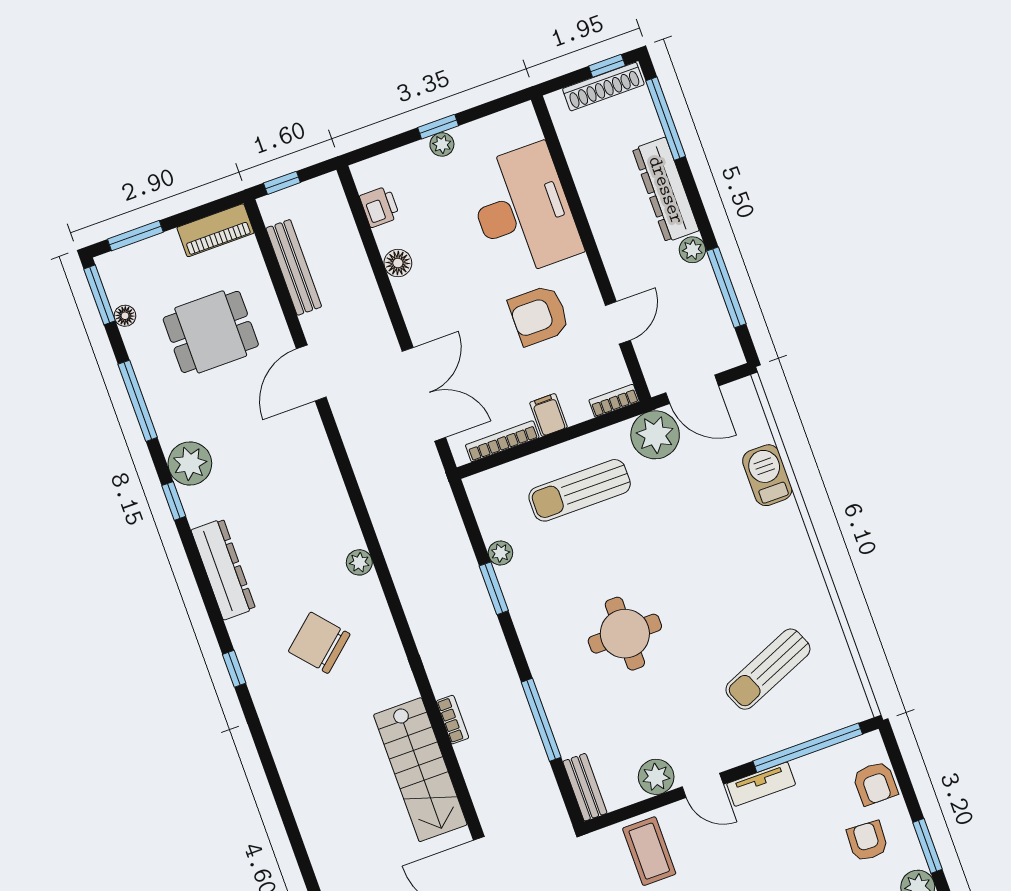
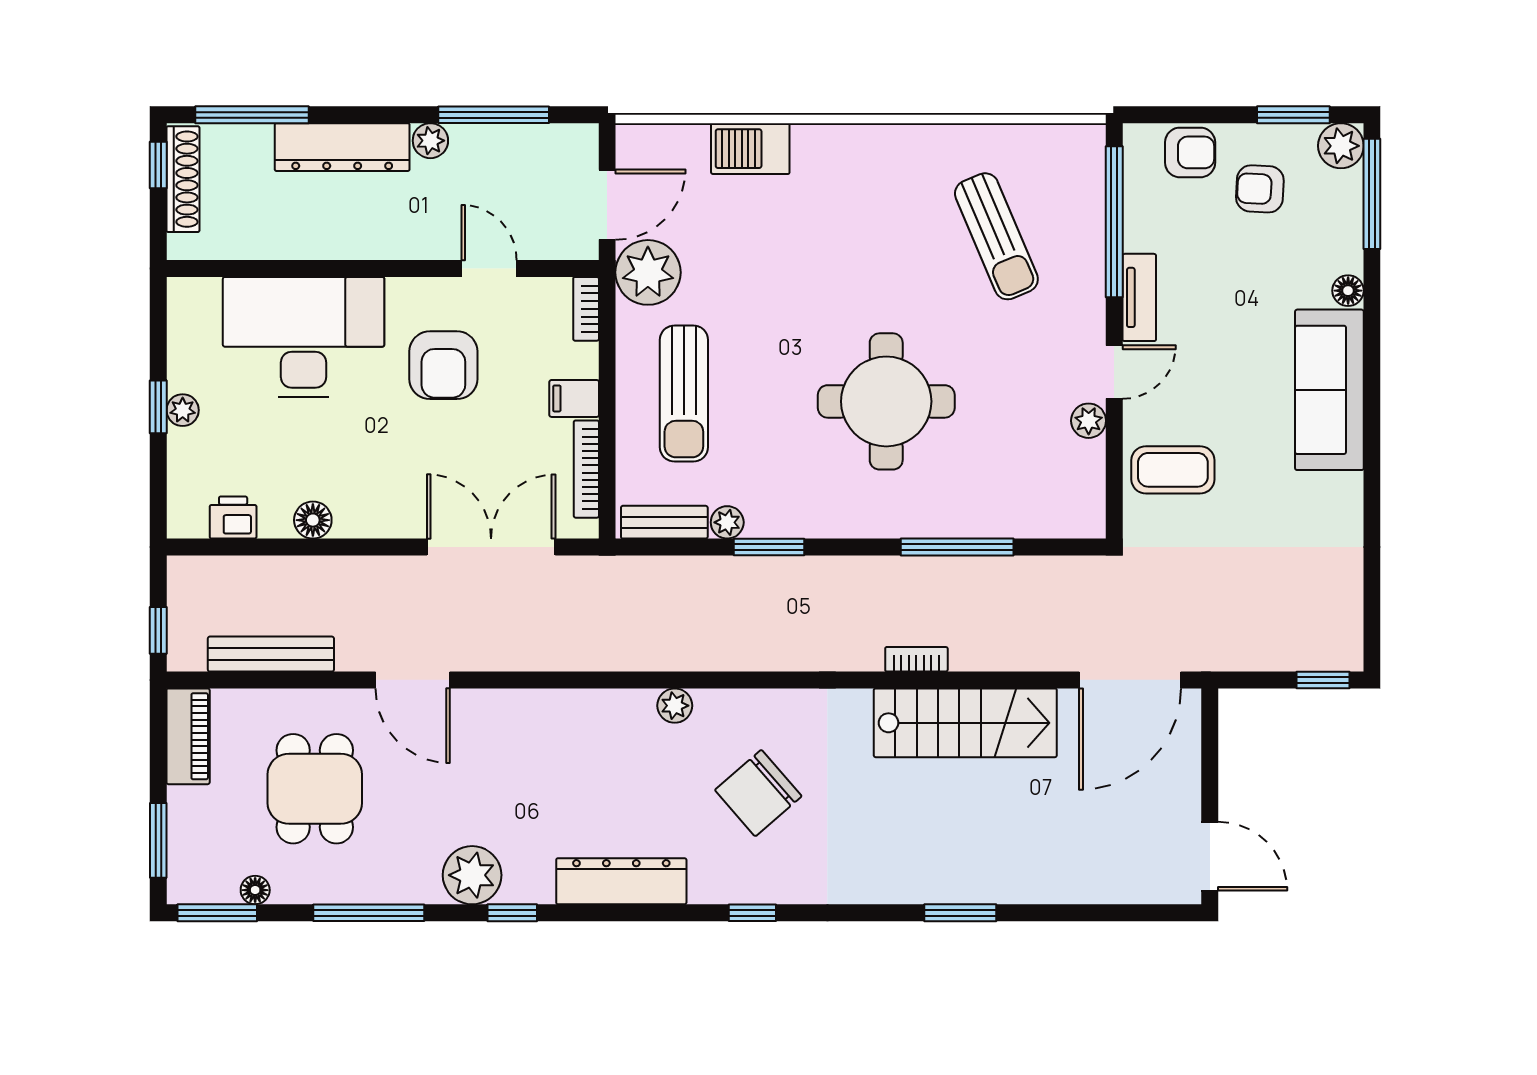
round table: (625, 634) -> (886, 401), width x1.36, depth x1.36
plant: (656, 777) -> (1089, 421), width x0.73, depth x0.73
bench: (585, 787) -> (664, 522), moved
window: (286, 814) -> (960, 913), added

